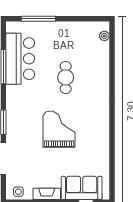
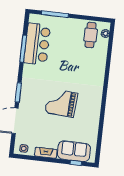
cafe table: (66, 77) -> (91, 35), moved
grand piano: (59, 129) -> (61, 103), turned -86

